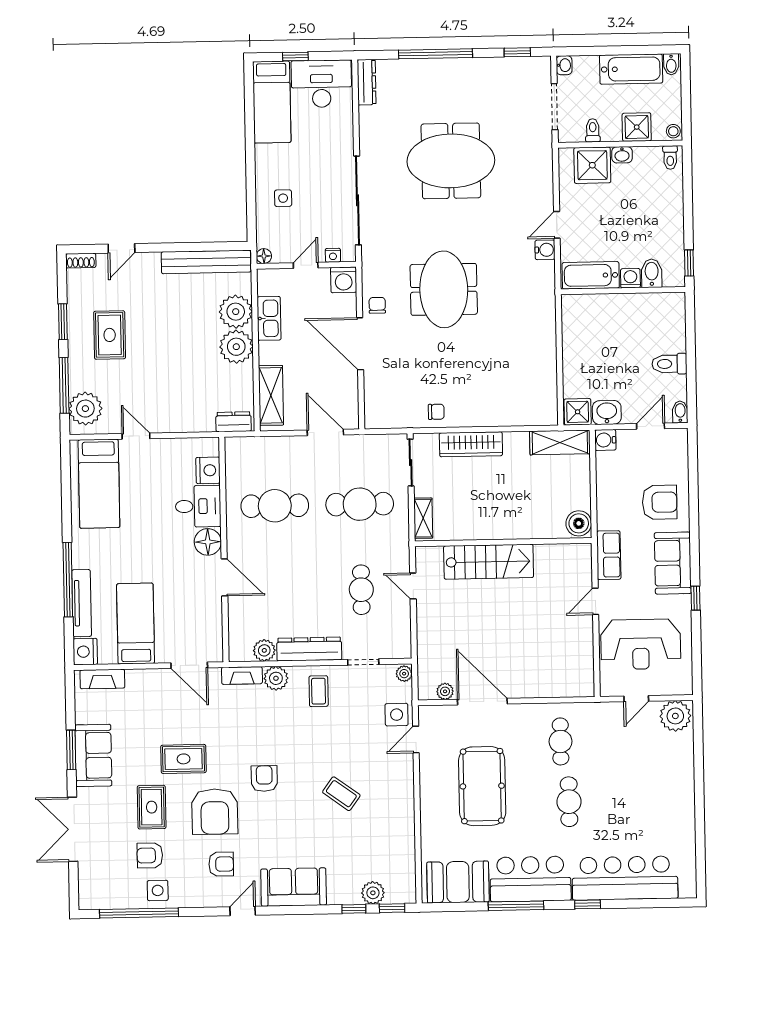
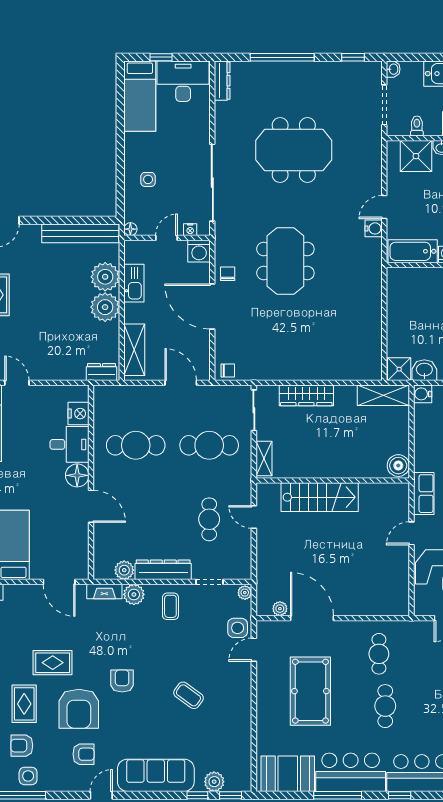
chair: (436, 412) -> (228, 370), moved
sofa: (294, 887) -> (156, 775), width x1.36

